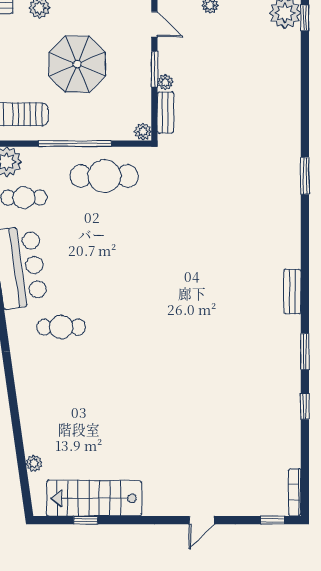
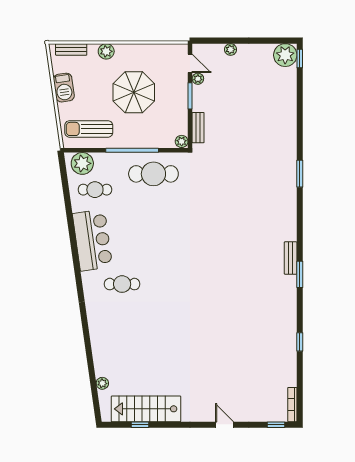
plant: (165, 82) -> (198, 79), moved
window: (305, 352) -> (300, 274), moved
door: (202, 520) -> (225, 425), swing flipped

